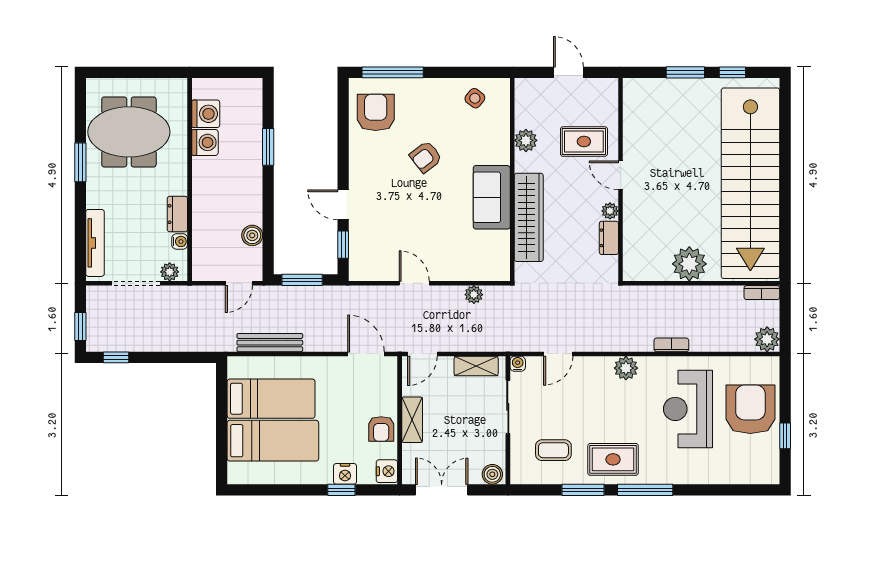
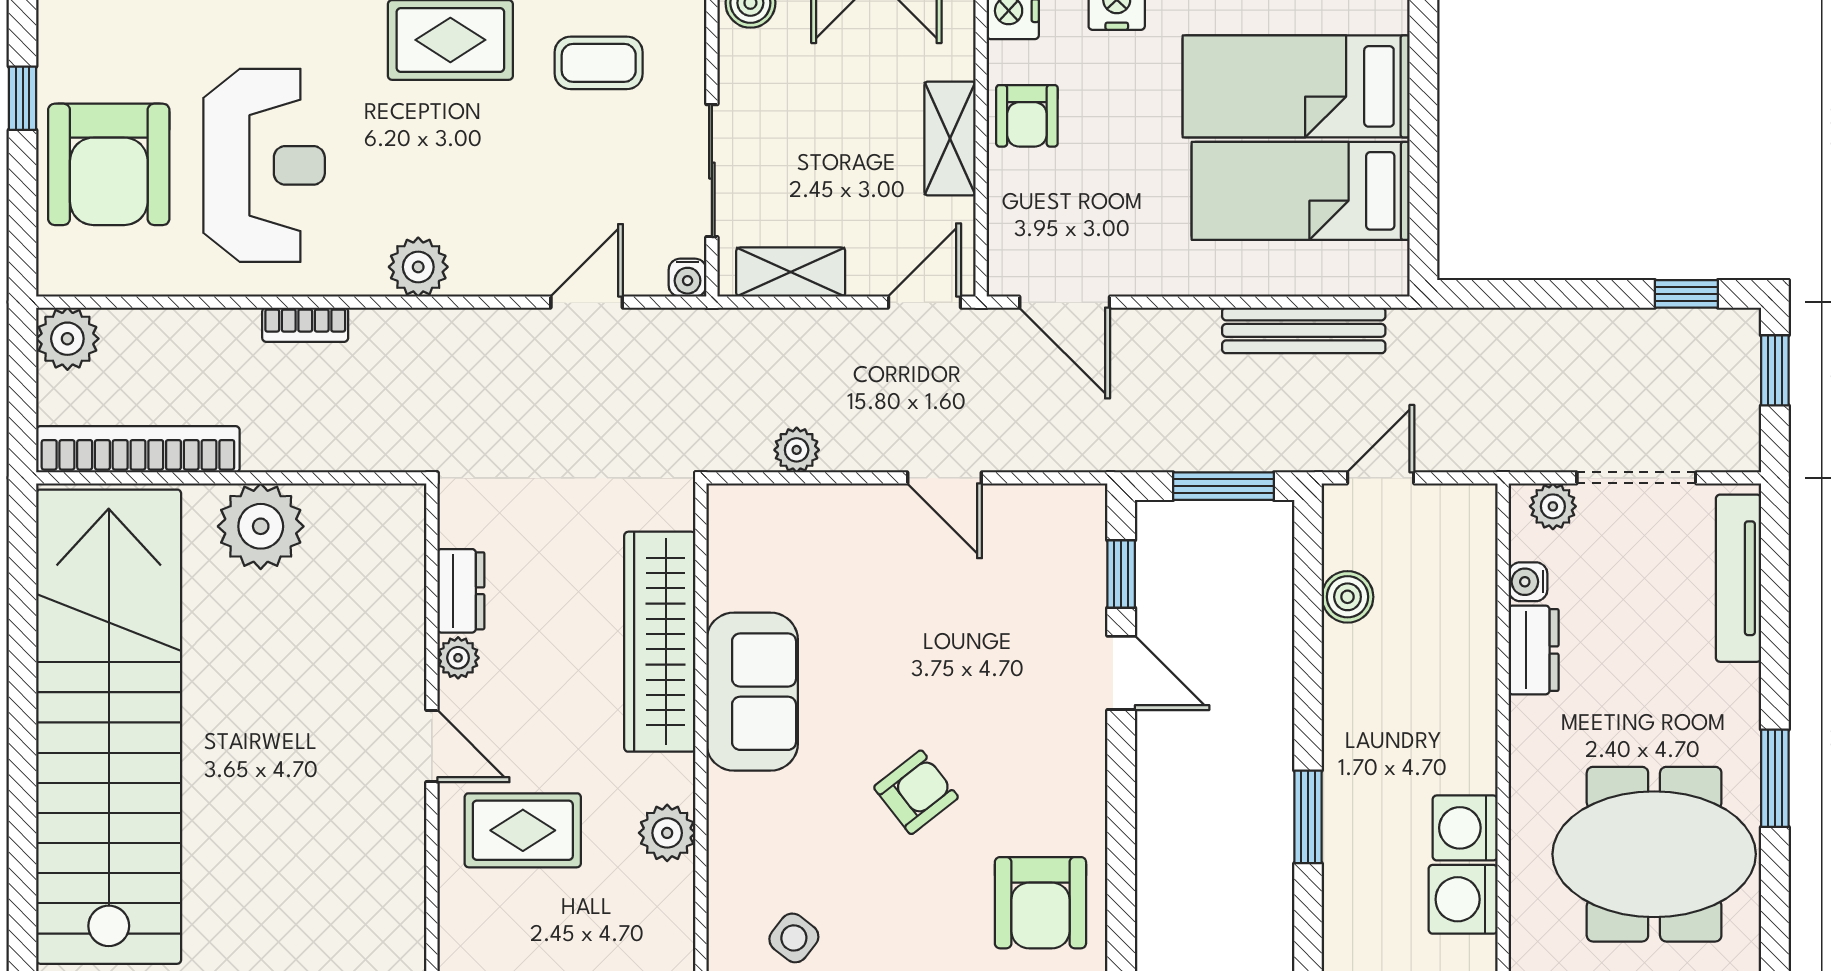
bookcase: (762, 293) -> (138, 449), width x2.31, depth x1.31
armchair: (381, 429) -> (1027, 116), turned 180

